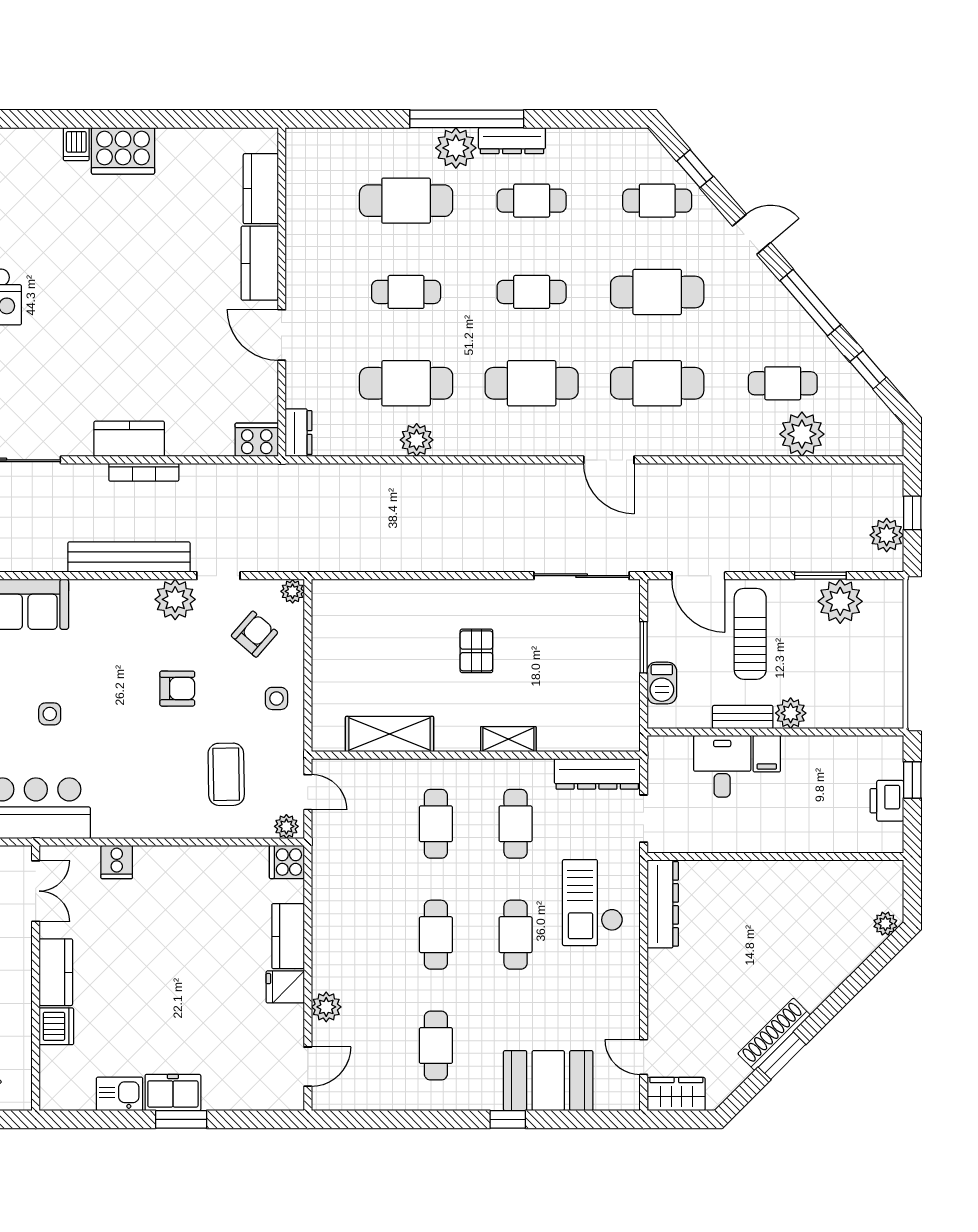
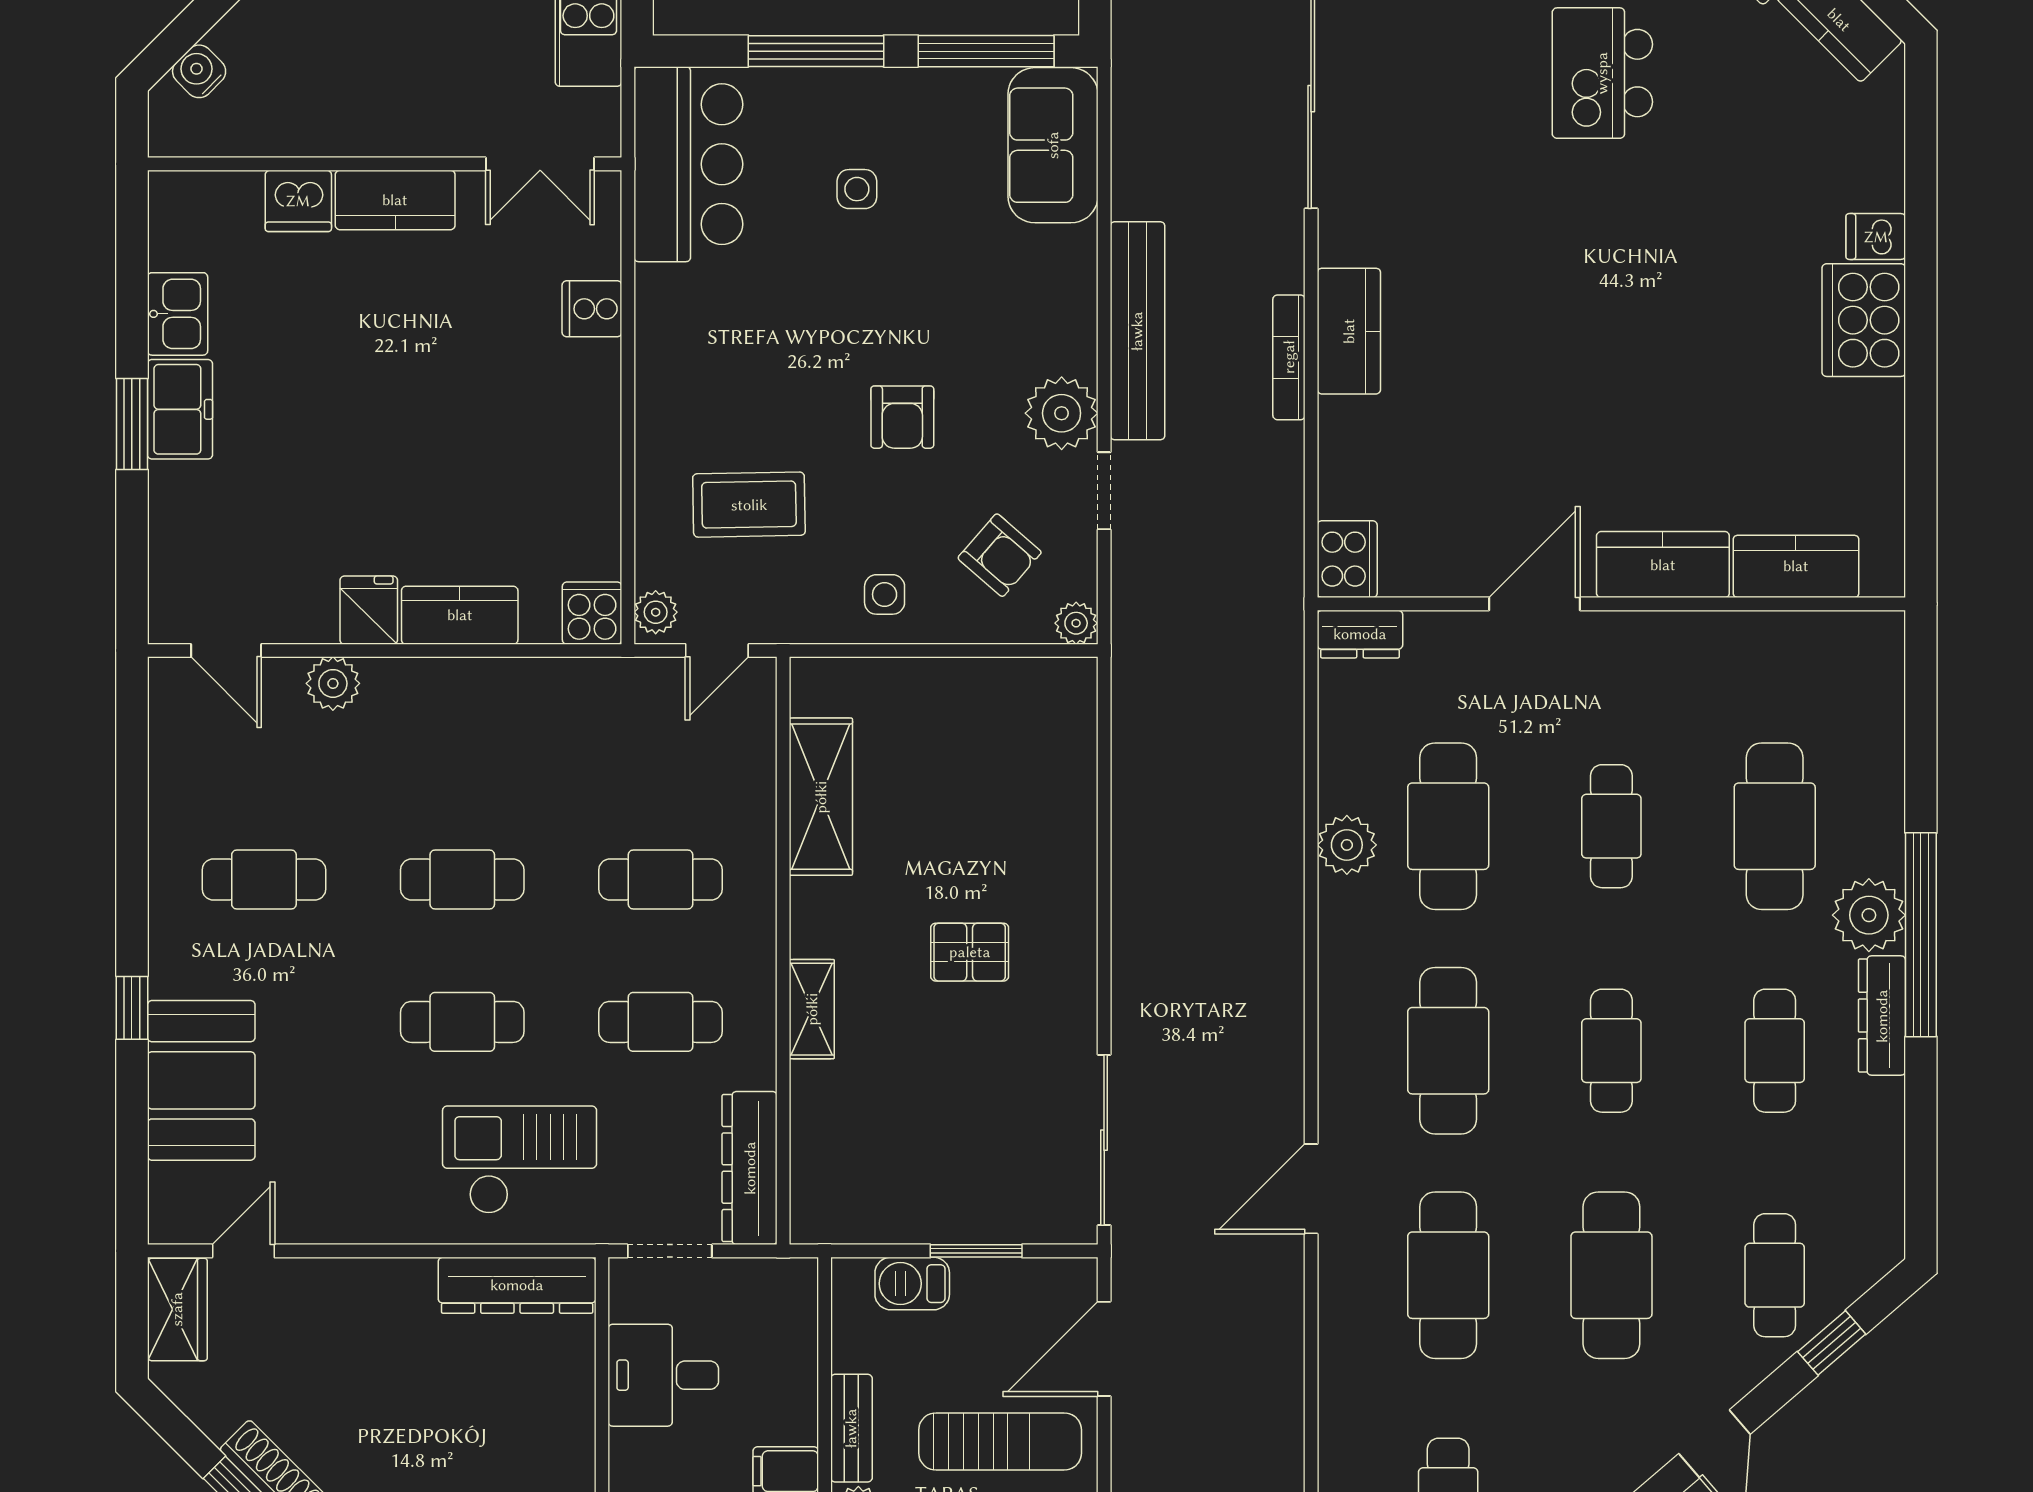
desk: (722, 766) -> (663, 1375), moved, turned 180

